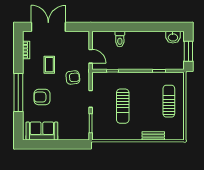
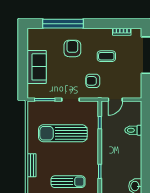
armchair: (73, 78) -> (93, 81), turned 96
window: (18, 93) -> (63, 24), moved
sun lounger: (123, 106) -> (63, 133), width x1.36, depth x1.34
sofa: (42, 131) -> (37, 67), moved

